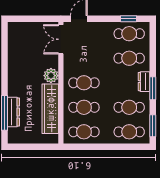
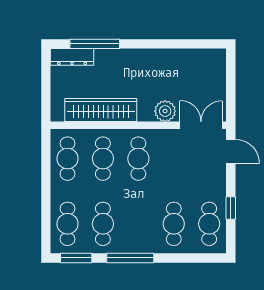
window: (129, 19) -> (231, 208), moved
plant: (51, 76) -> (165, 111), moved
dresser: (144, 82) -> (140, 245), removed
window: (153, 88) -> (130, 258), width x1.44
dresser: (13, 112) -> (72, 57), moved

